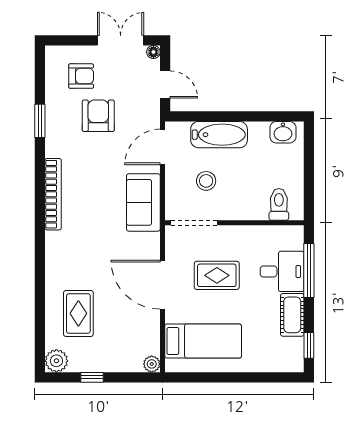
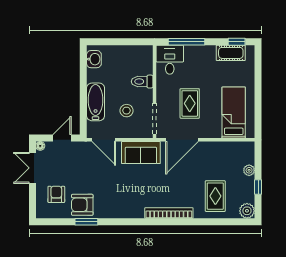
armchair: (98, 116) -> (82, 205), moved
bookcase: (53, 194) -> (169, 213), moved
toilet: (279, 204) -> (142, 82), moved
desk: (282, 271) -> (170, 60), moved
door: (162, 285) -> (182, 140), moved
rug: (78, 313) -> (215, 196), turned 90
cot: (292, 315) -> (231, 53), moved
plant: (152, 364) -> (249, 170), moved

